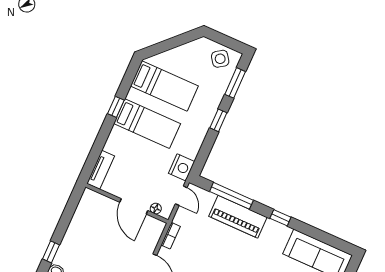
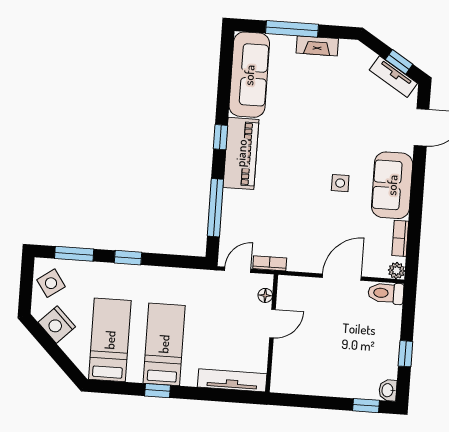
nightstand: (182, 167) -> (57, 325), moved, turned -135
tv unit: (101, 170) -> (232, 380), width x1.41
door: (134, 206) -> (272, 324), width x0.73
piano: (238, 217) -> (241, 153), moved
bookcase: (171, 236) -> (270, 263), moved

